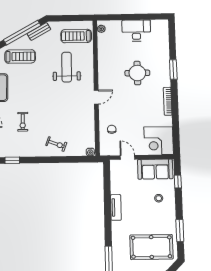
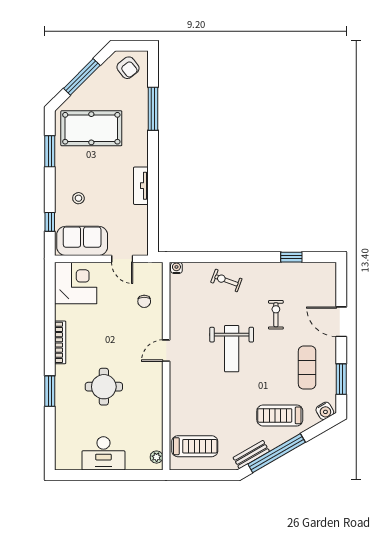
weight bench: (67, 67) -> (232, 349), moved

